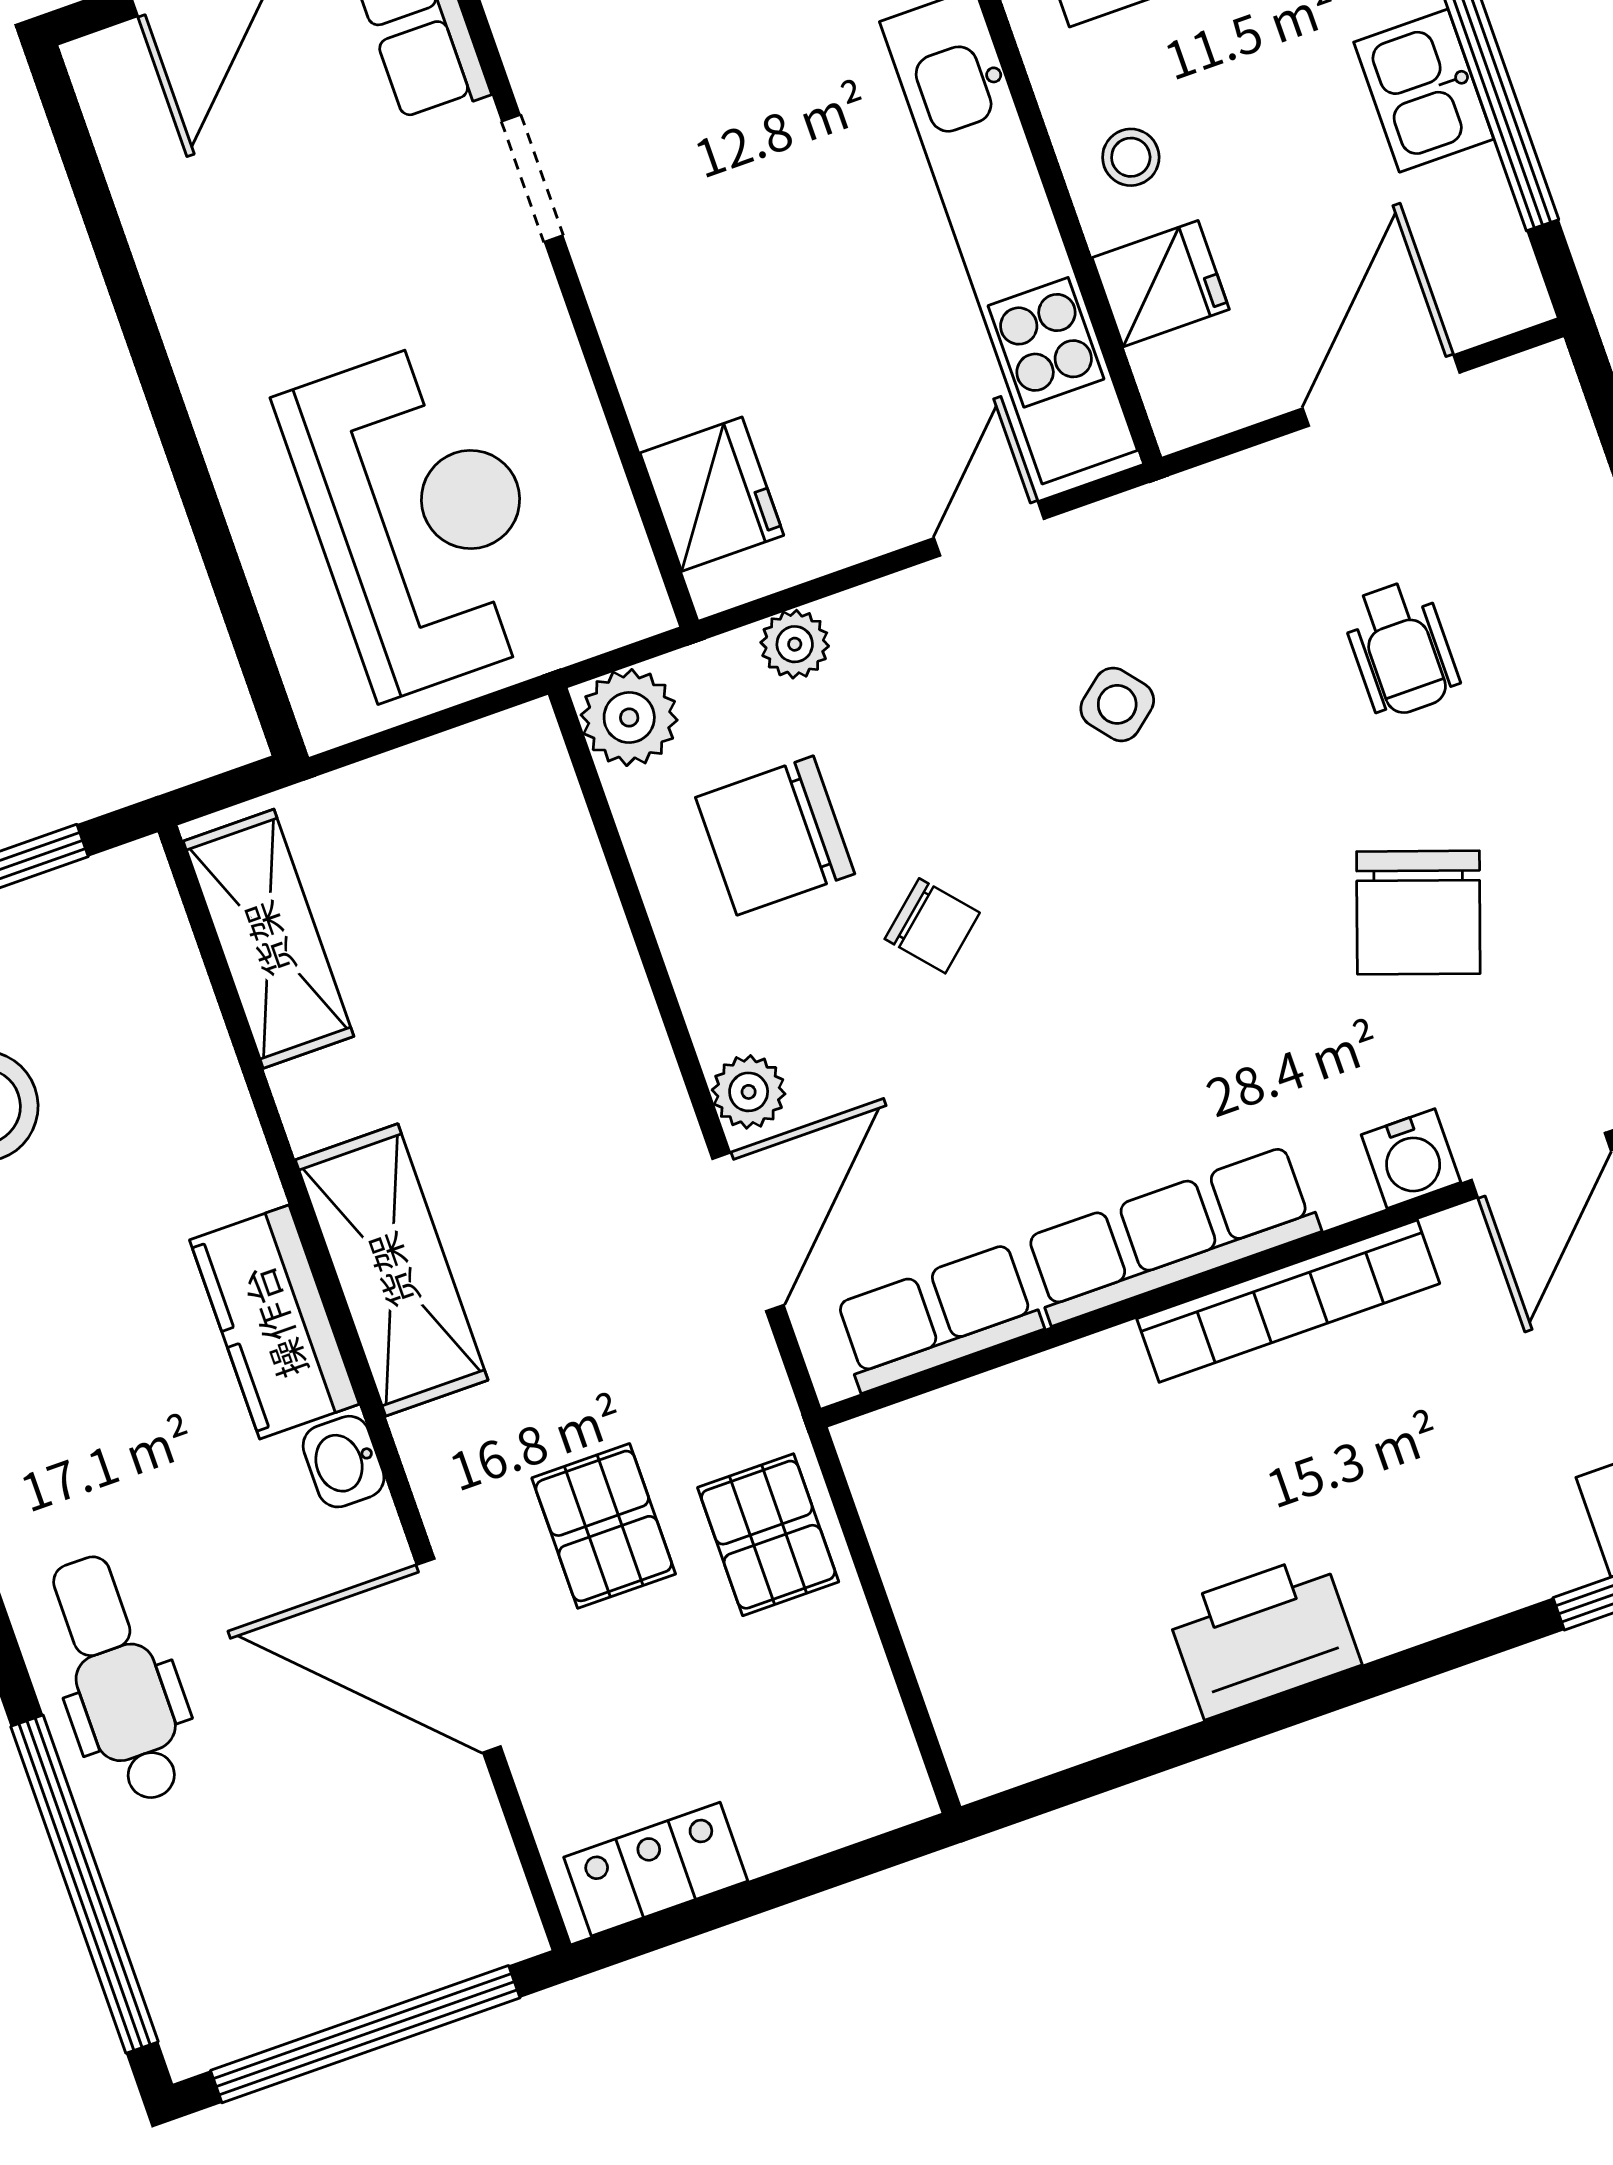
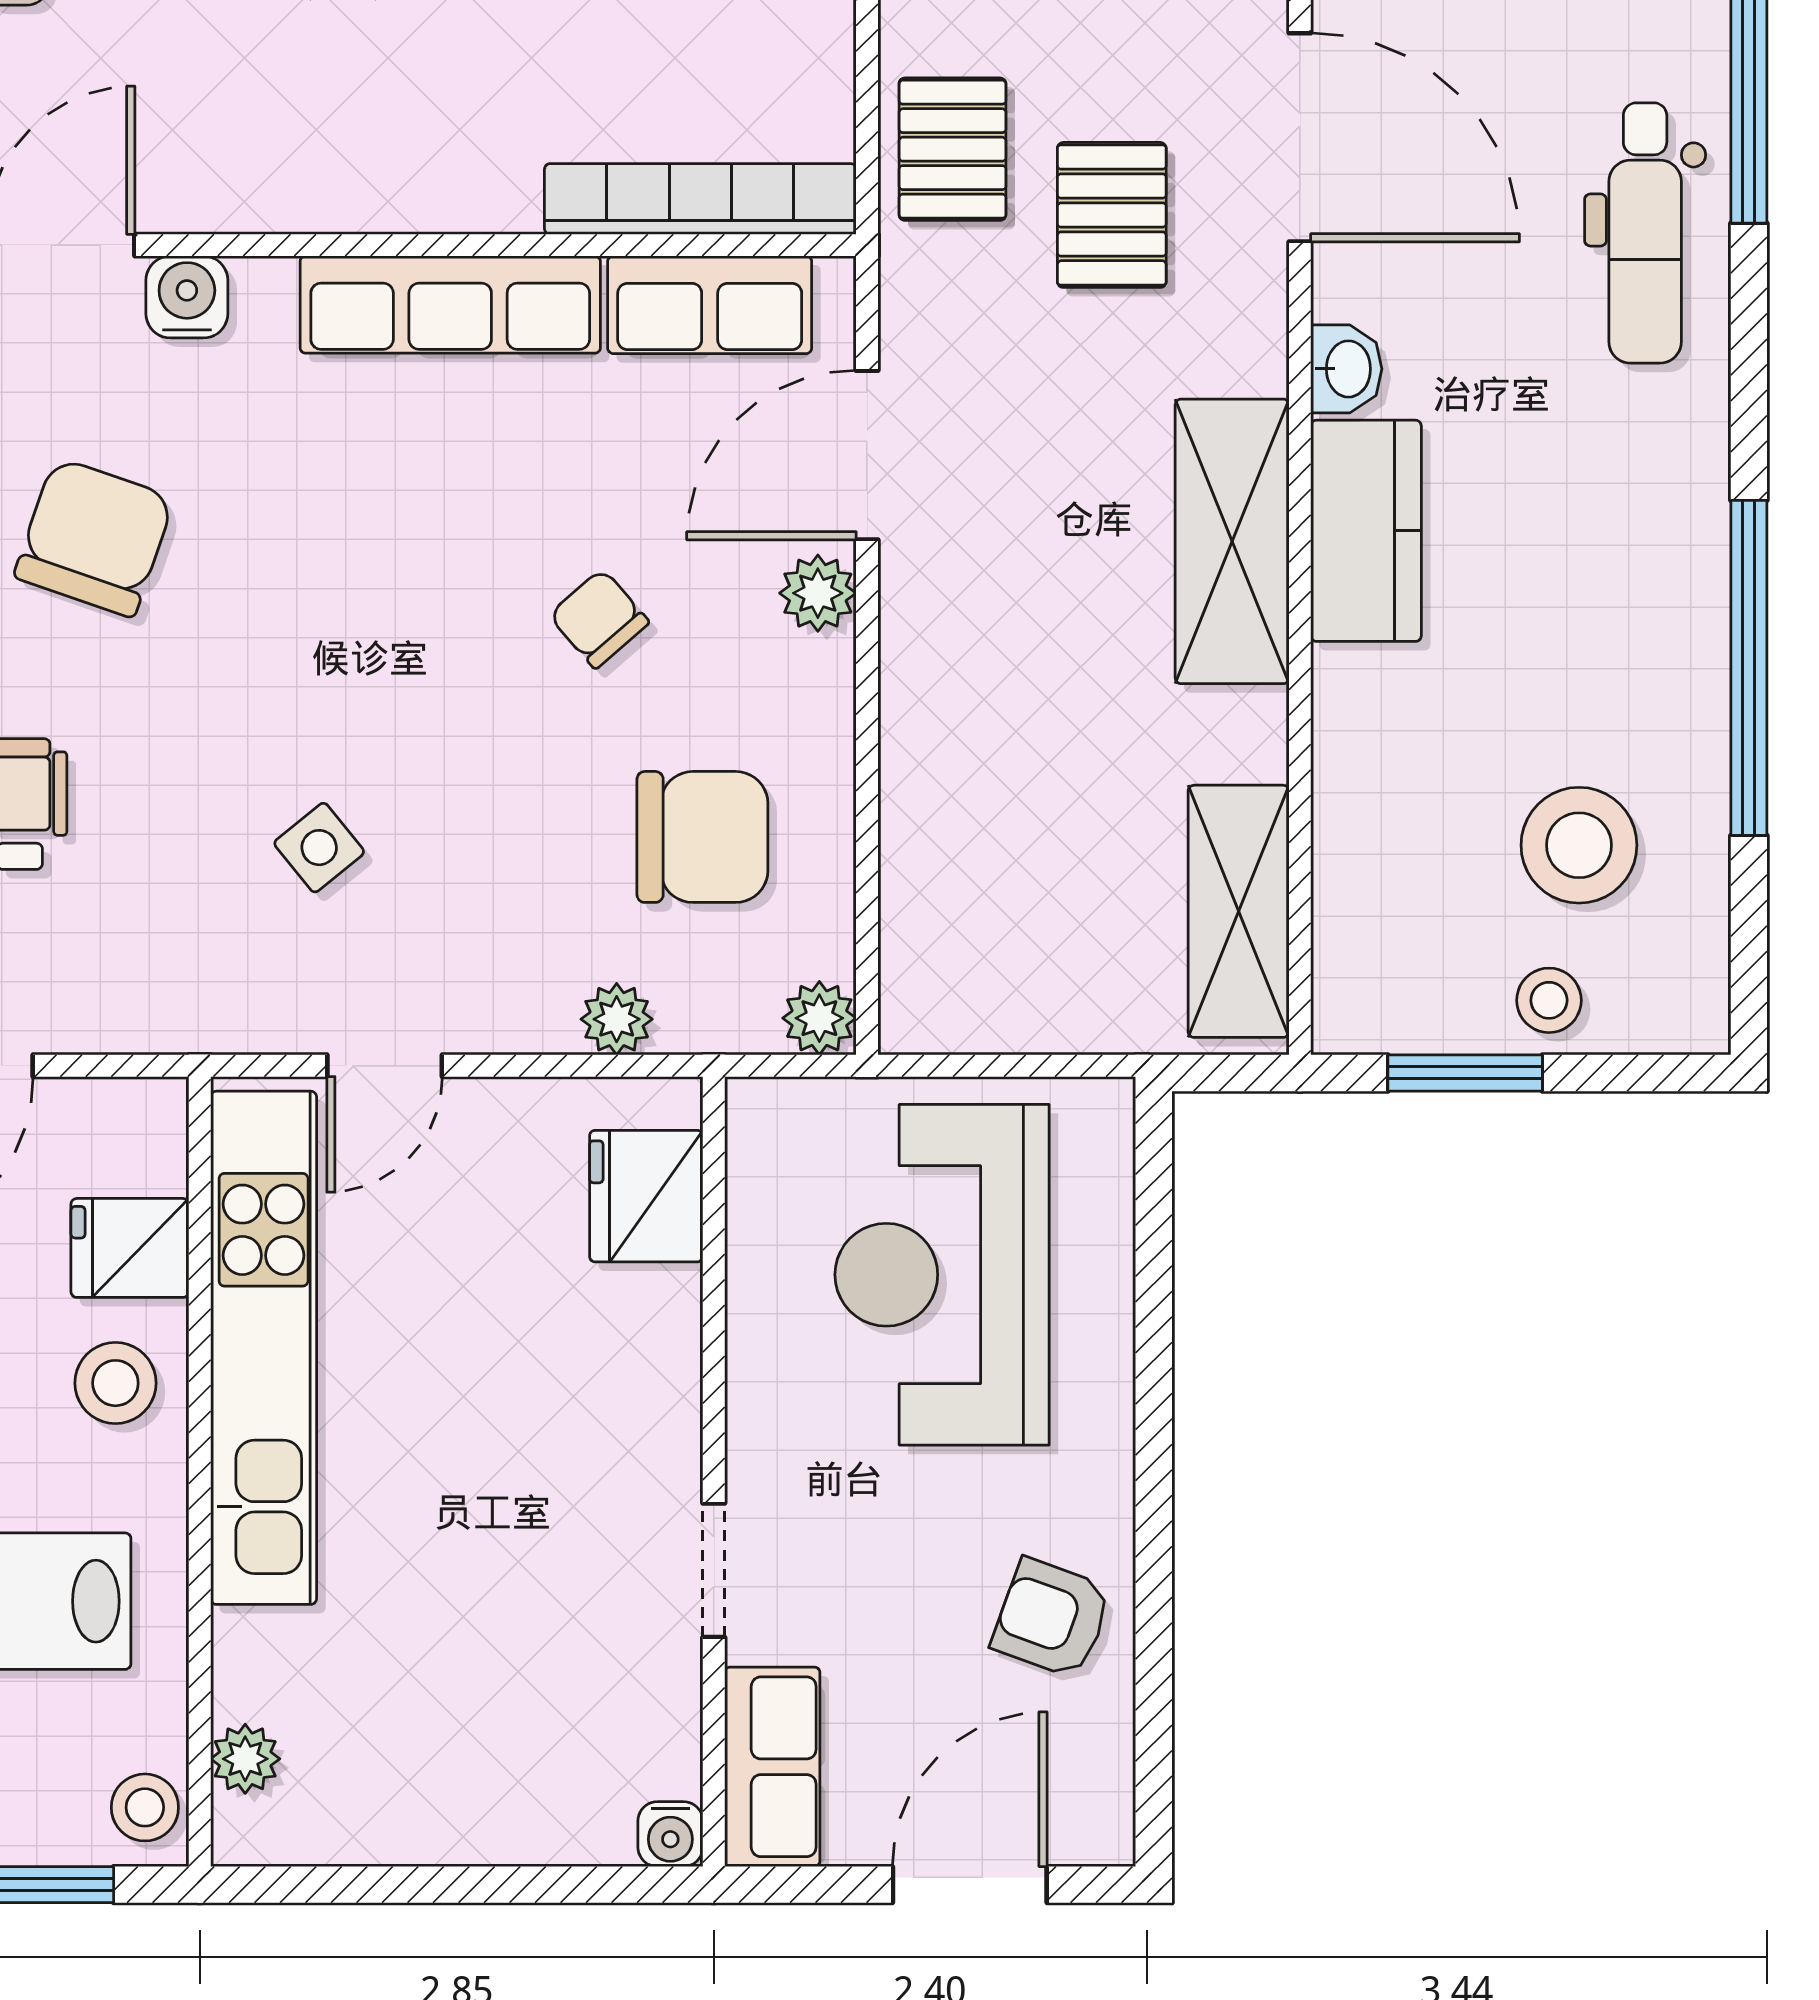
stool: (1131, 157) -> (115, 1383), width x1.37, depth x1.37
armchair: (212, 242) -> (1052, 1618), added
plant: (629, 718) -> (819, 1018), width x0.73, depth x0.73
chair: (932, 926) -> (599, 619), moved
bookcase: (1288, 1301) -> (700, 199), moved

